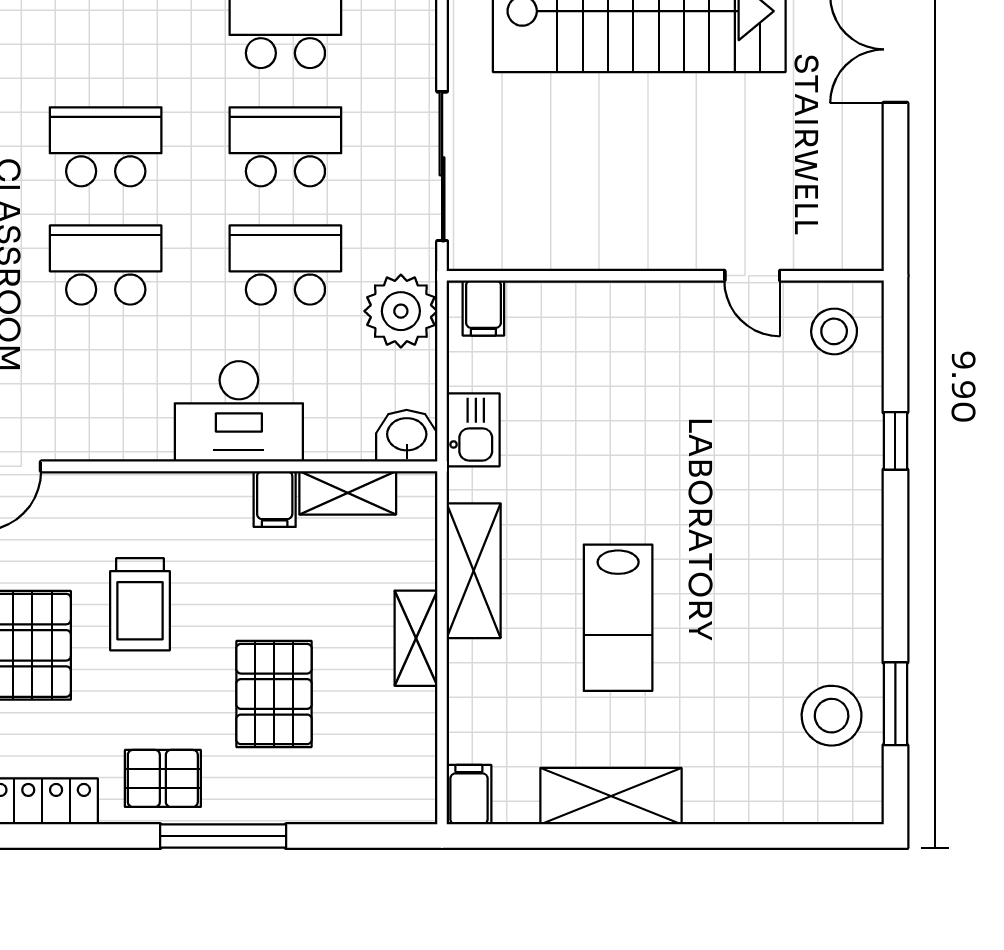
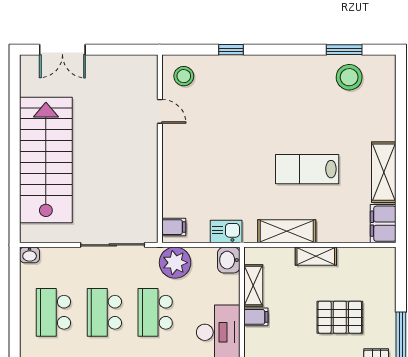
door: (752, 276) -> (160, 111), hinge flipped
lab bench: (618, 618) -> (307, 169), turned 180
filing cabinet: (469, 795) -> (383, 224), width x2.00

